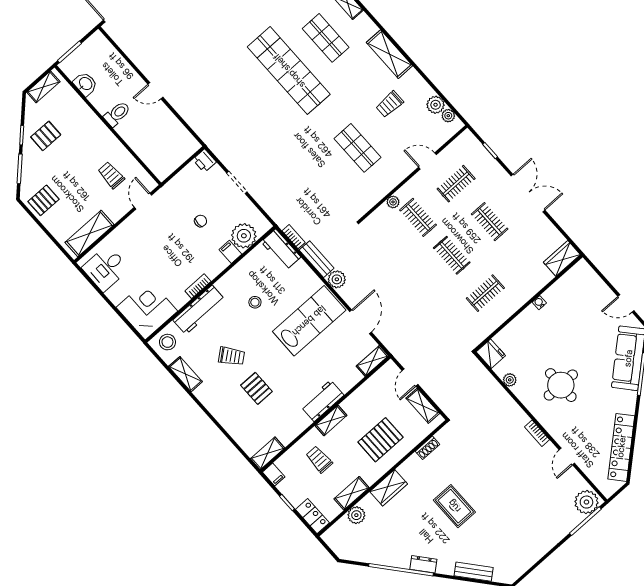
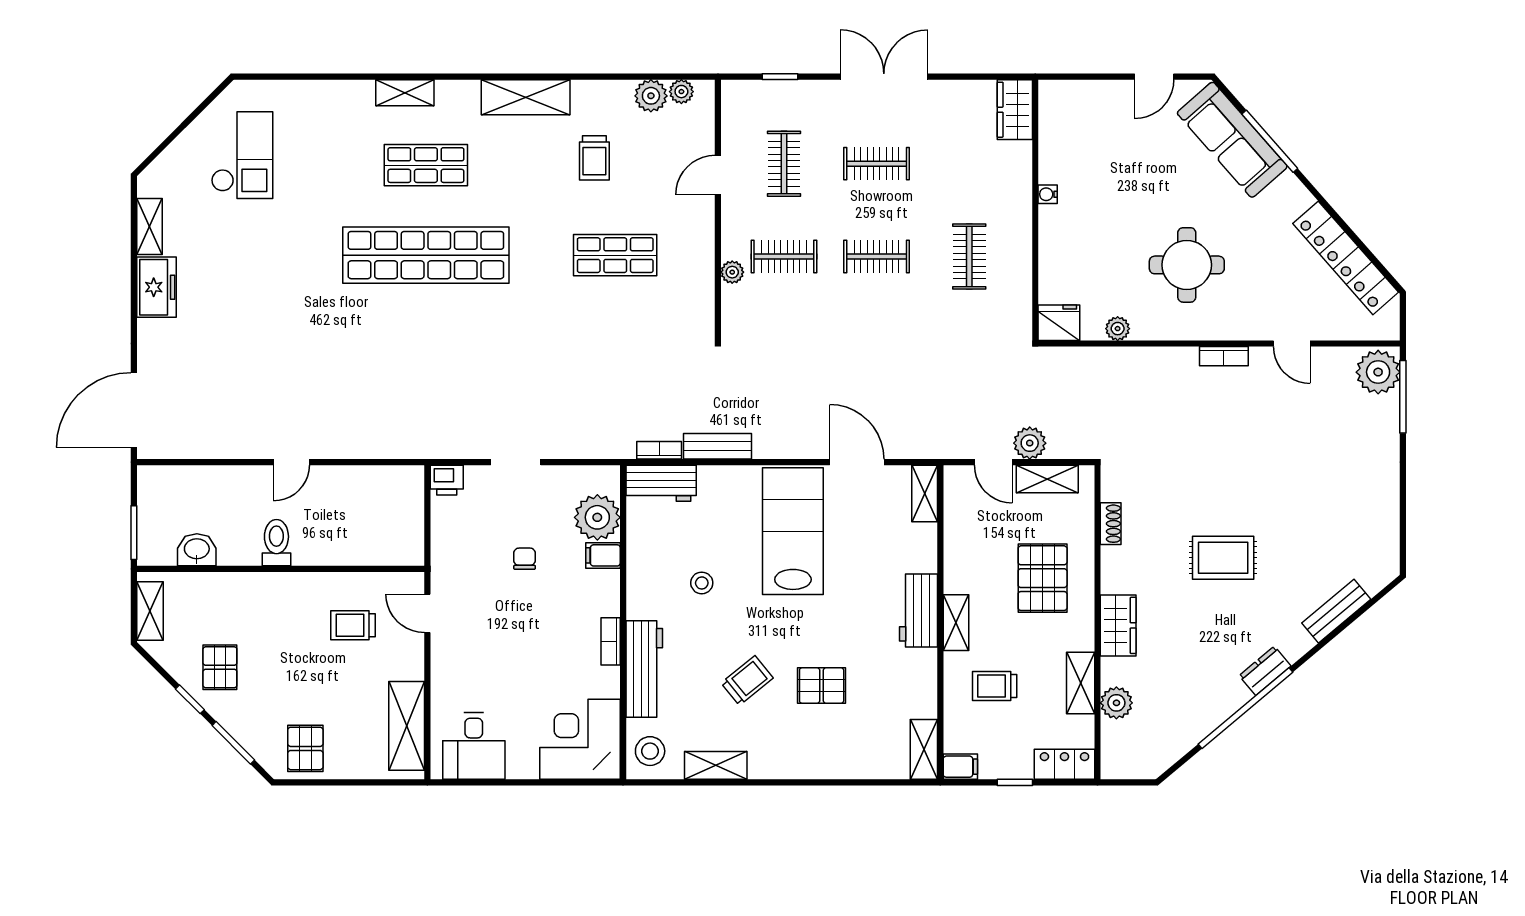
plant: (337, 279) -> (1030, 443), moved

